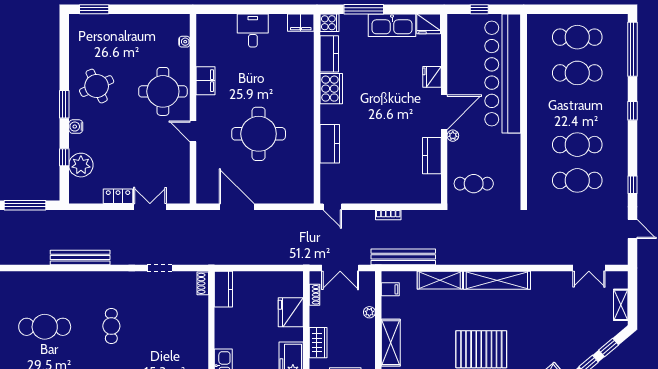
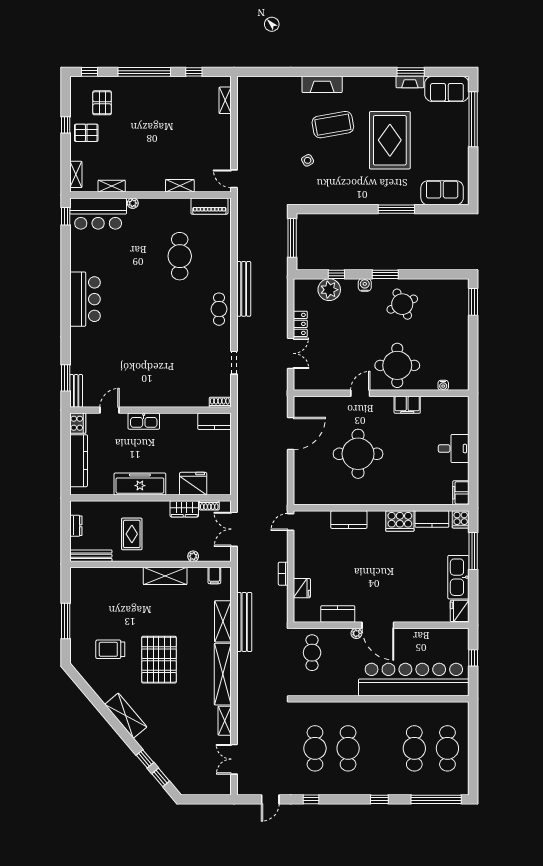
fridge: (432, 77) -> (302, 588), moved, turned 90
bench: (403, 257) -> (244, 622), moved
shelving: (621, 305) -> (225, 721), moved, turned 90
cafe table: (111, 326) -> (219, 309), moved, turned 90
wardrobe: (318, 343) -> (184, 509), moved

